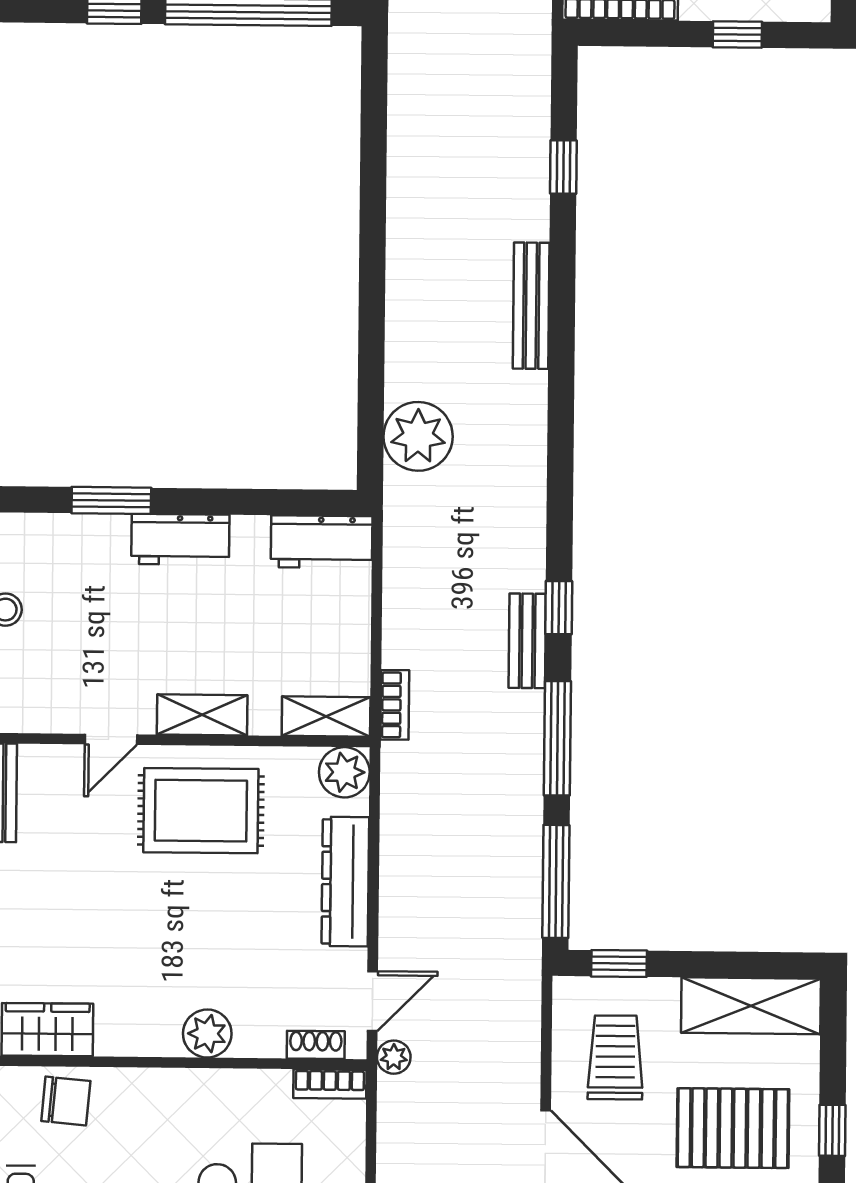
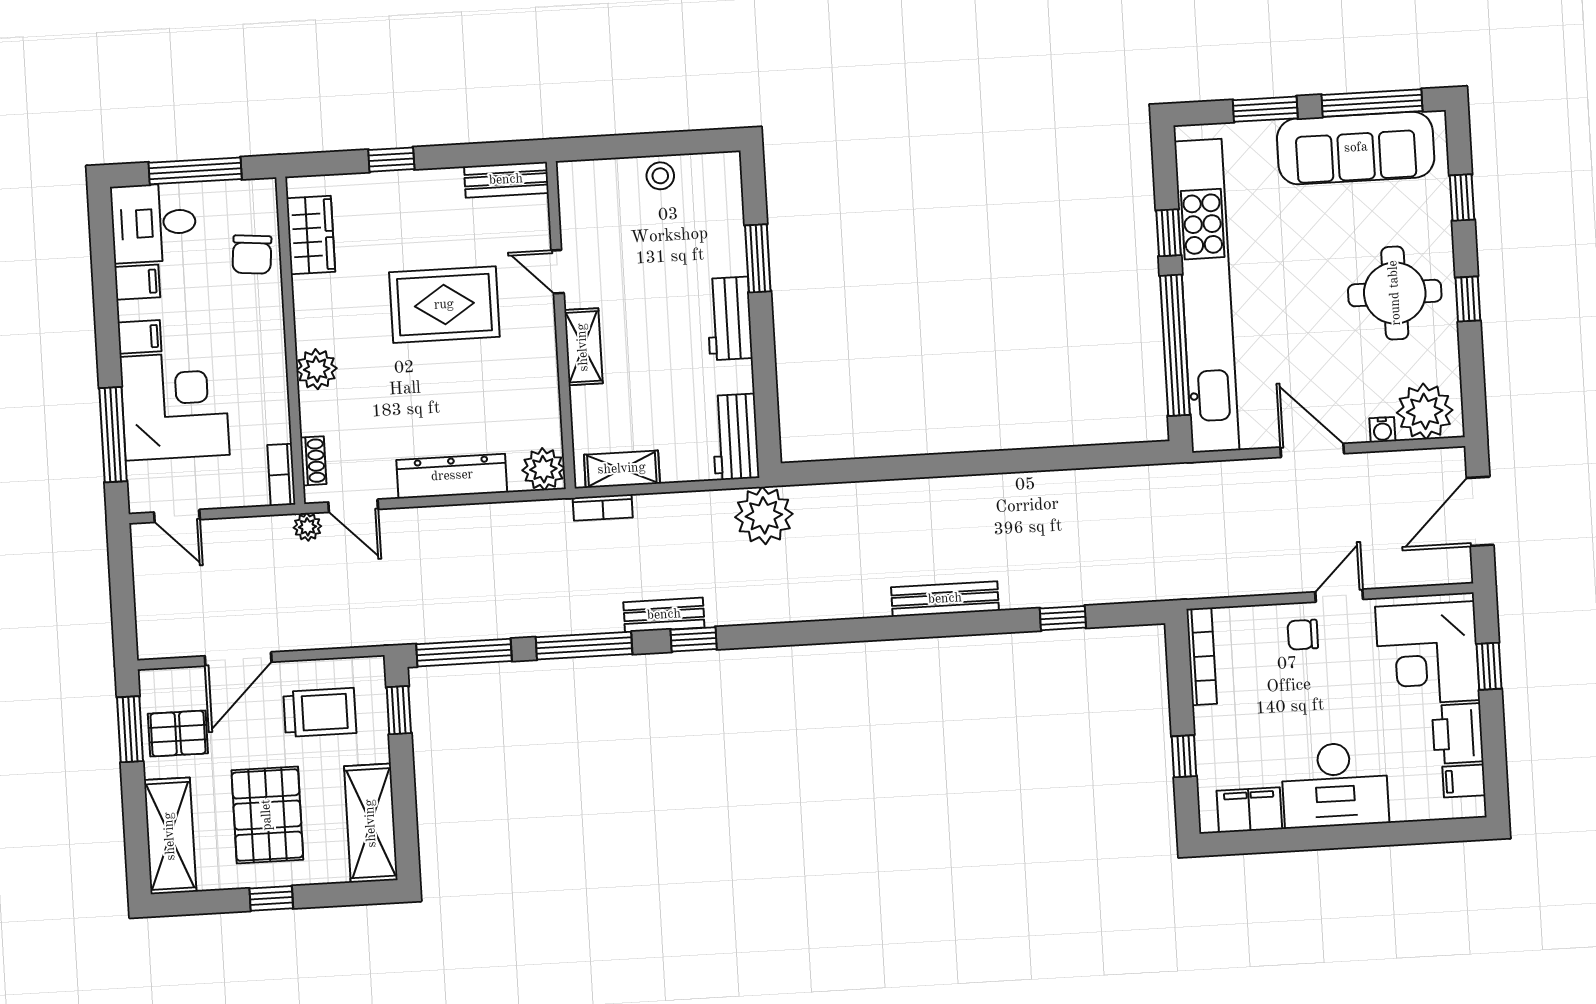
plant: (418, 436) -> (764, 515), moved
shelving: (326, 717) -> (622, 469), moved, turned 90
rug: (201, 811) -> (444, 305), moved, turned 90

